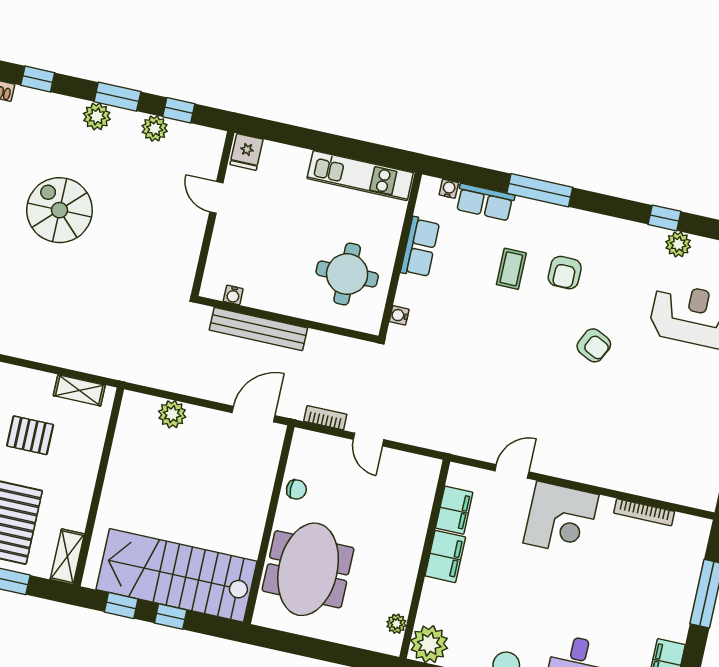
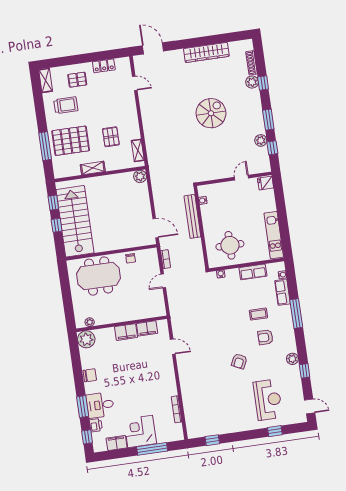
plant: (97, 116) -> (252, 82), moved
plant: (678, 244) -> (292, 359), moved
plant: (172, 414) -> (140, 176), moved
corner desk: (561, 519) -> (140, 431), moved, turned 90
shelving: (67, 557) -> (93, 168), moved

